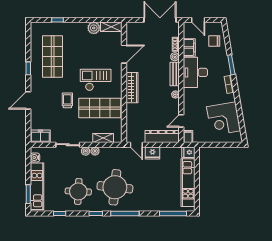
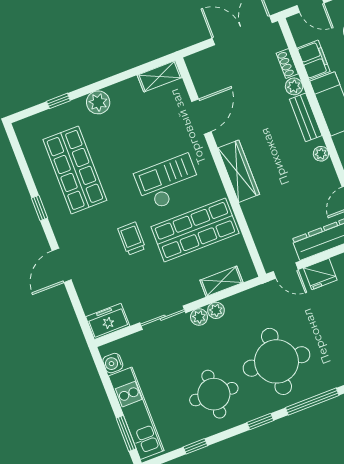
plant: (94, 28) -> (98, 102), moved

